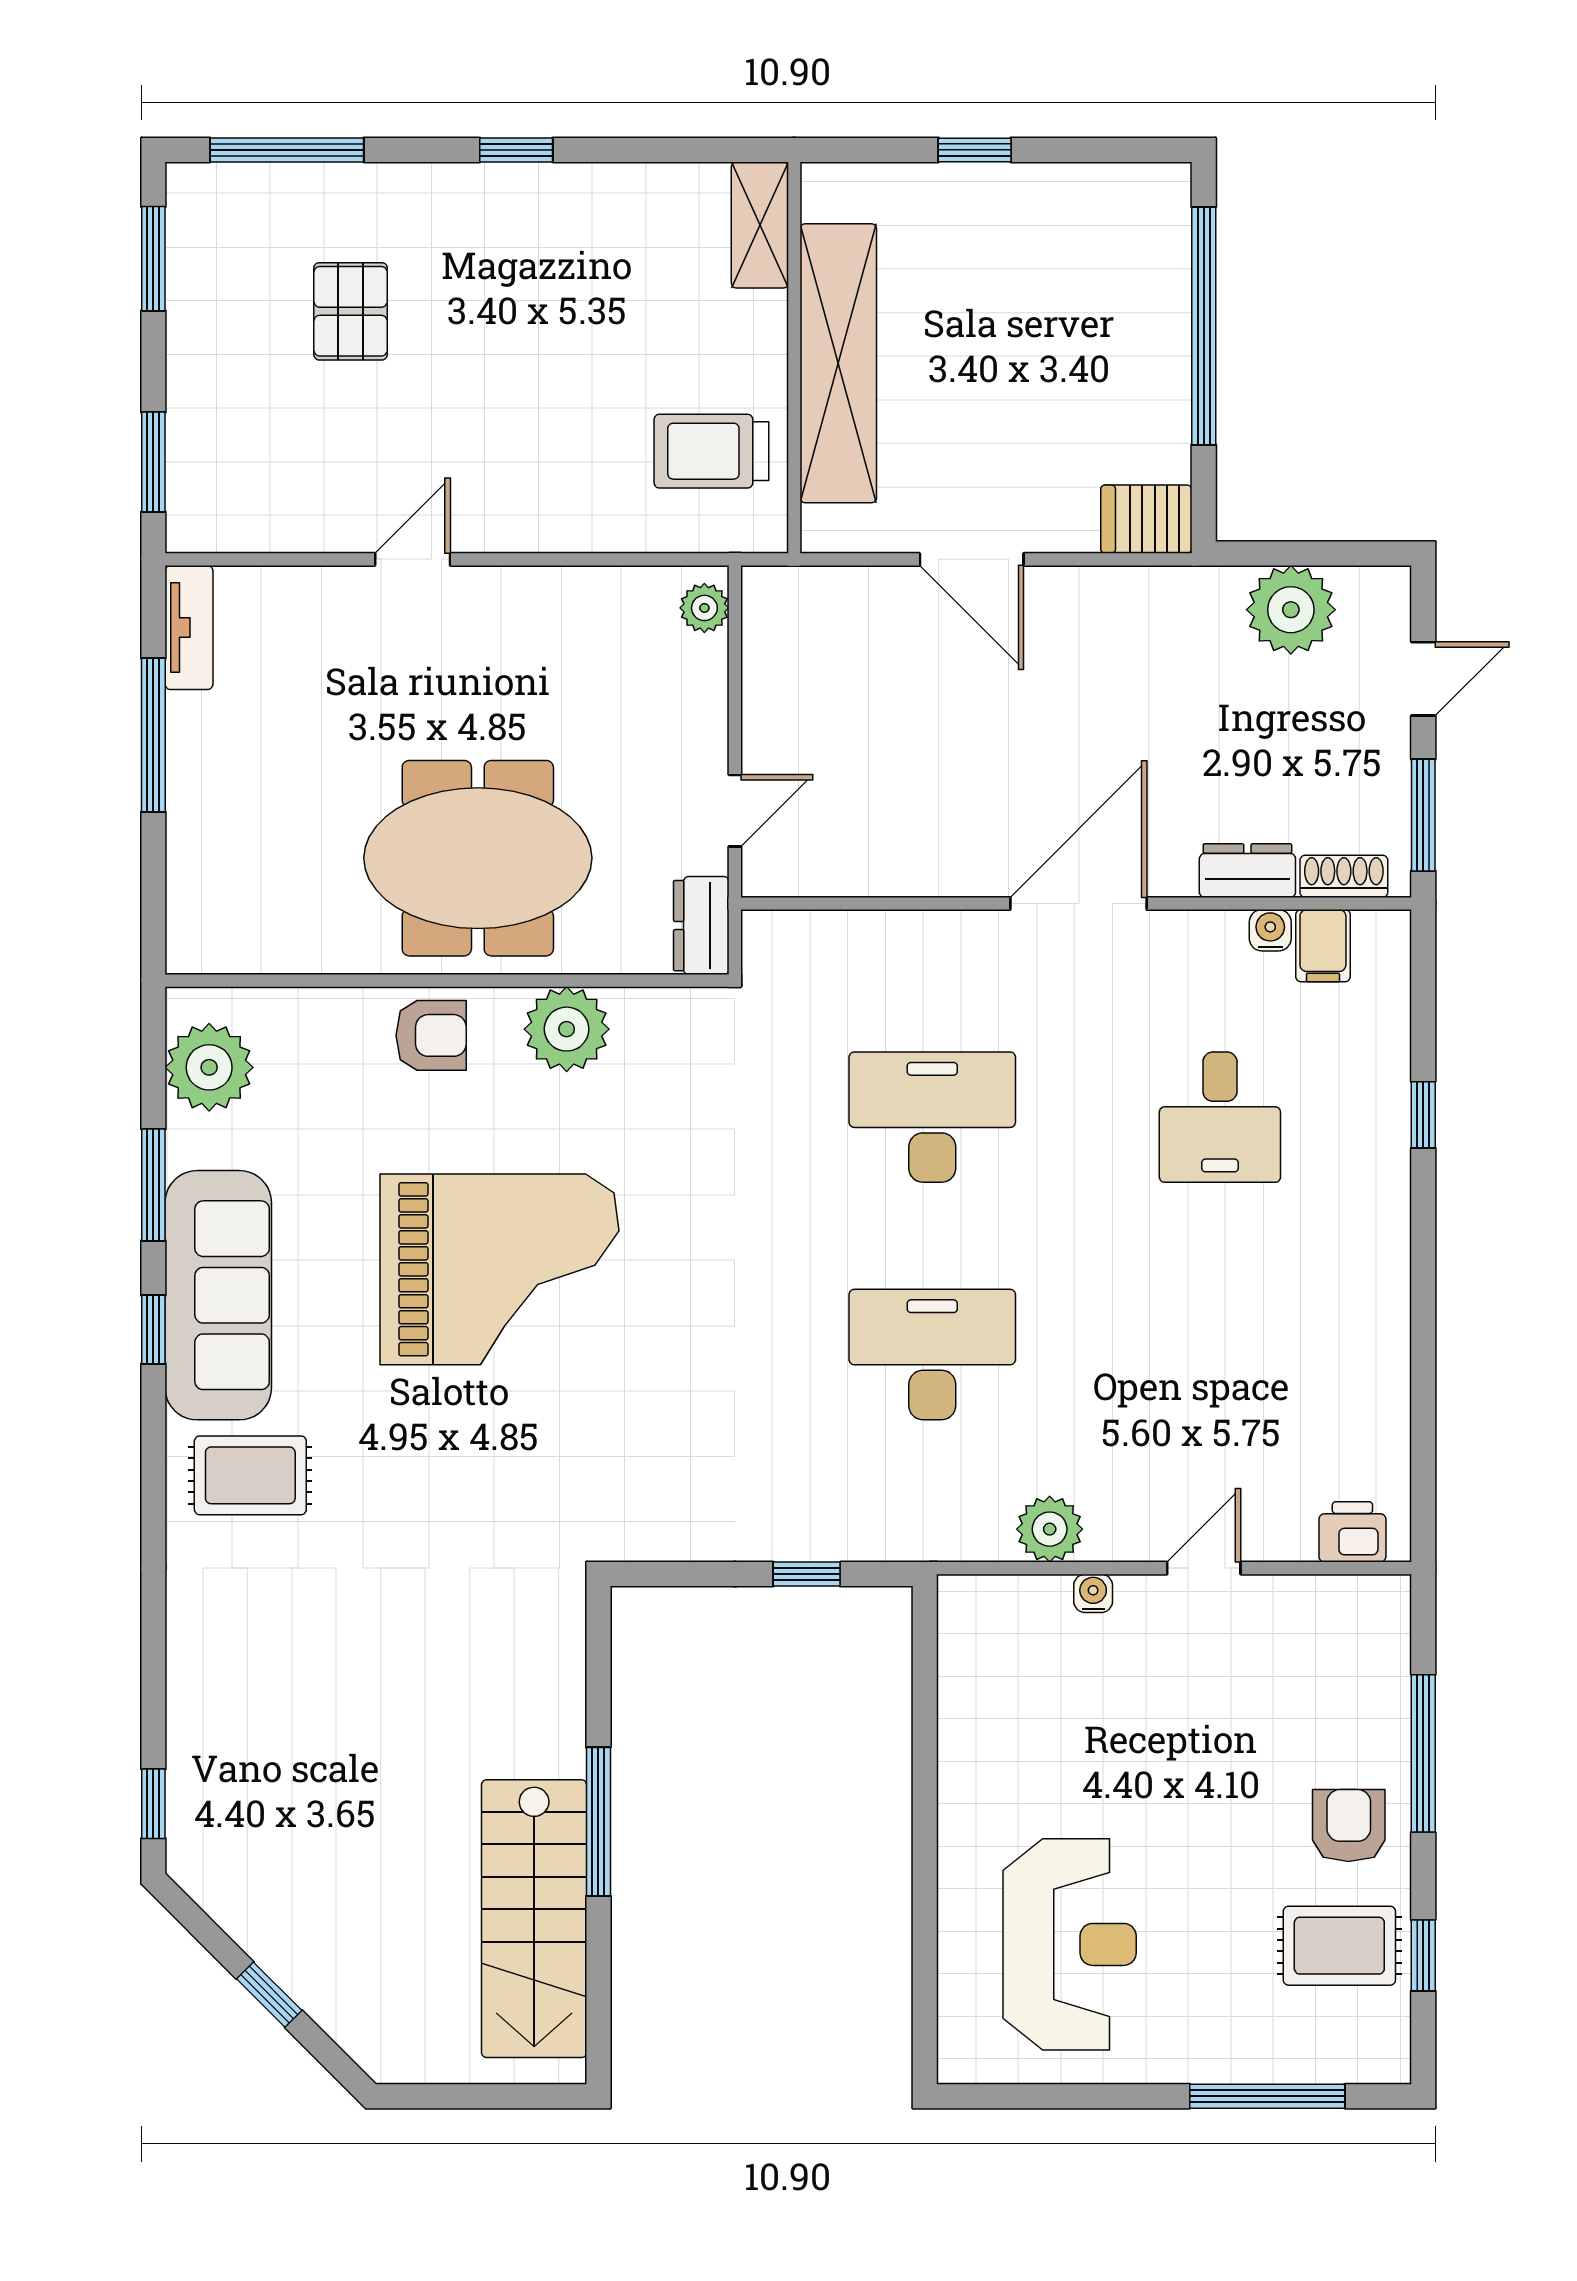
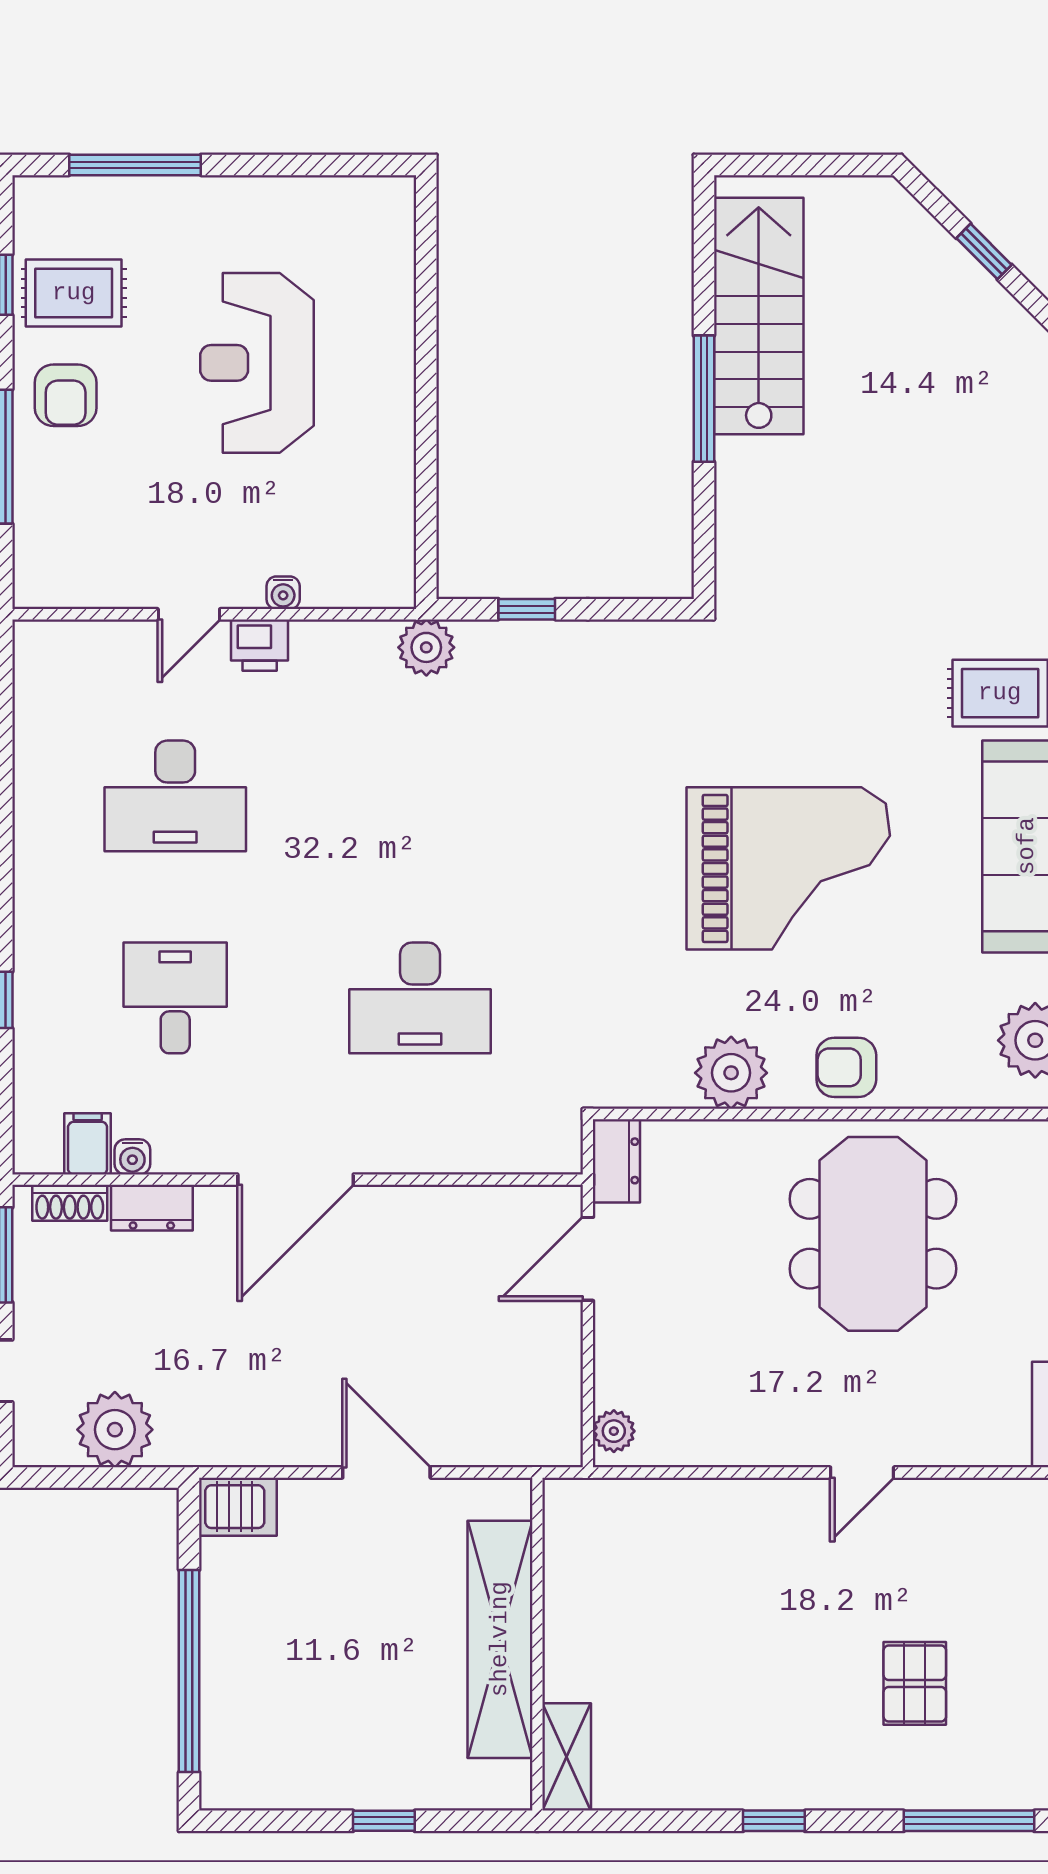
trolley: (711, 451) -> (608, 1565), removed
door: (735, 811) -> (588, 1259), width x1.38
meeting table: (478, 858) -> (873, 1234), moved, turned 90
grand piano: (499, 1269) -> (788, 868), turned 180
desk: (932, 1355) -> (175, 796), moved
plant: (1050, 1529) -> (426, 647), moved
printer: (1352, 1532) -> (260, 645), moved
reception desk: (1070, 1944) -> (257, 363), moved

